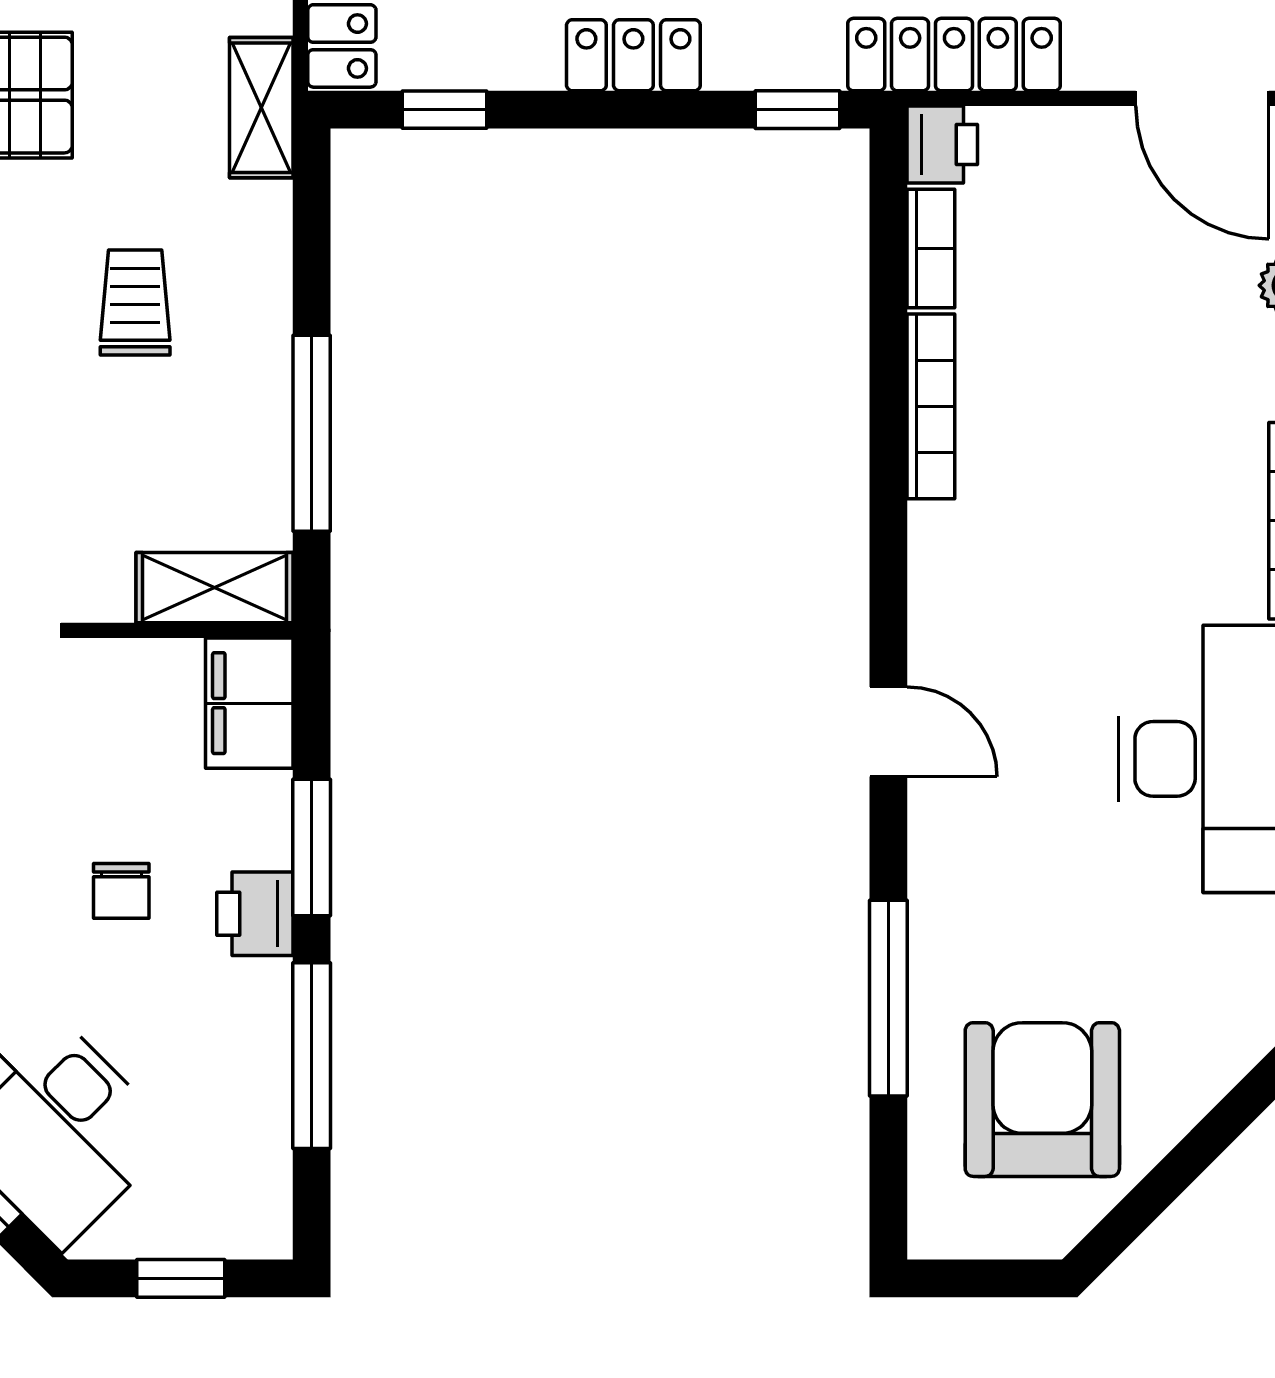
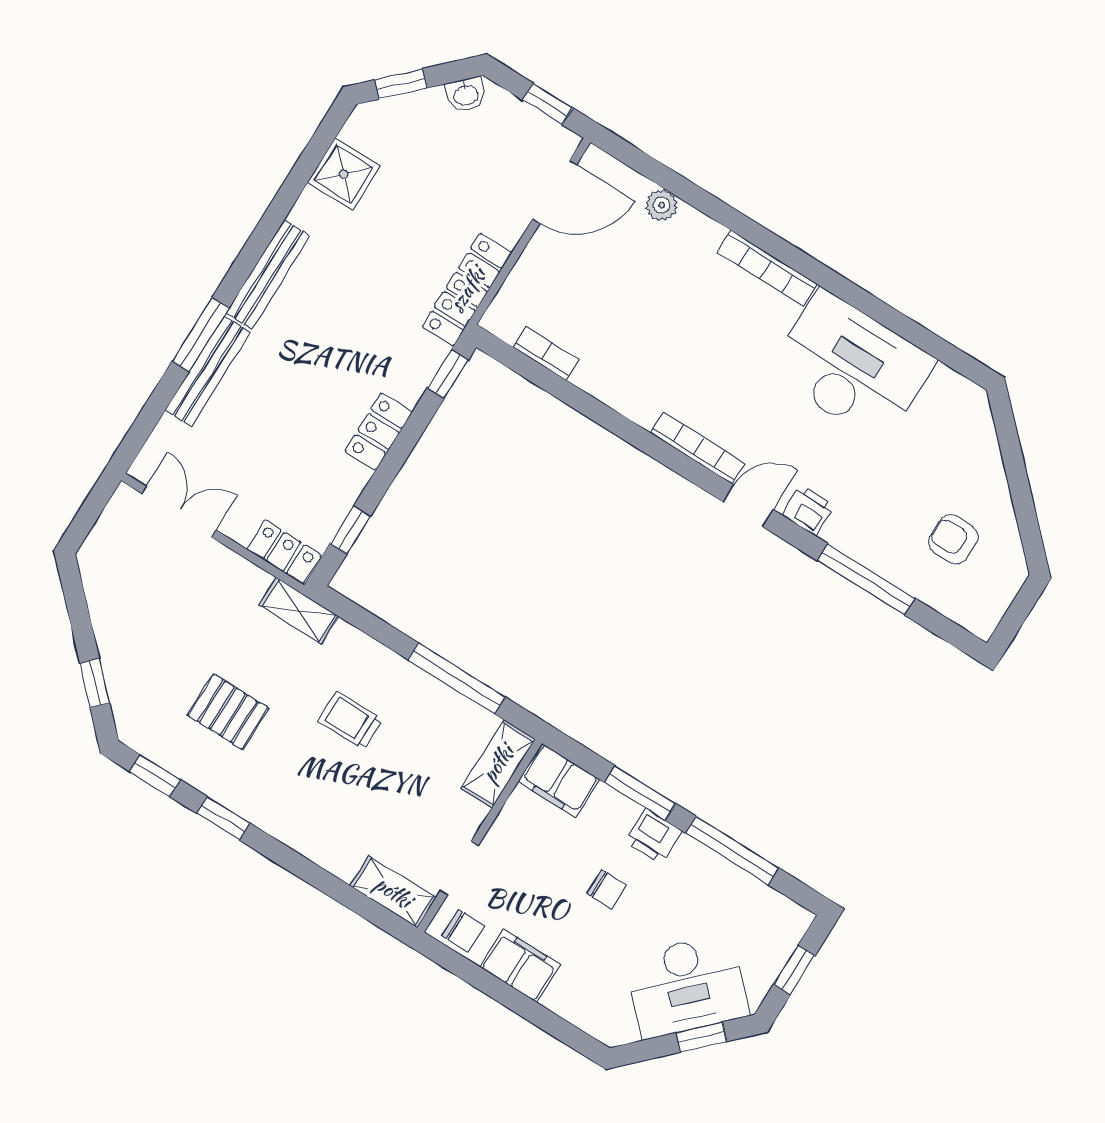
printer: (942, 144) -> (808, 510), moved
bookcase: (931, 406) -> (698, 448), moved
armchair: (1042, 1100) -> (953, 539), width x0.53, depth x0.53

